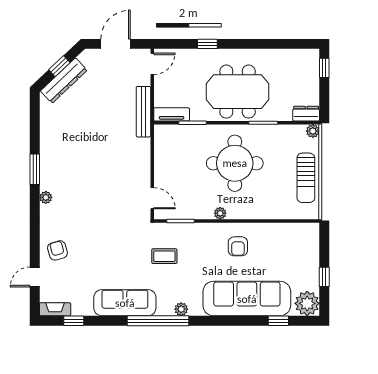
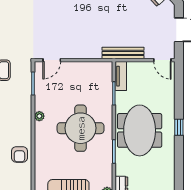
window: (207, 44) -> (179, 127), moved
armchair: (238, 246) -> (19, 154), moved, turned -90

